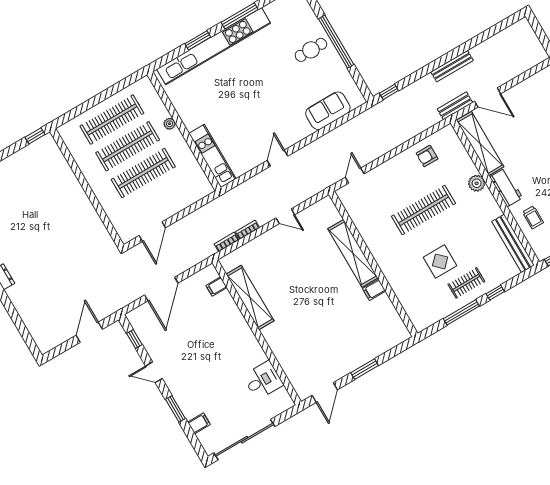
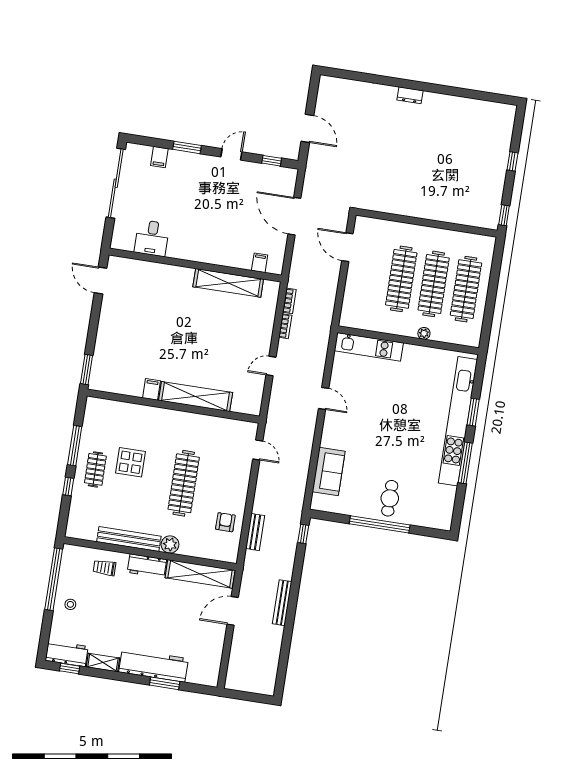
bench: (455, 106) -> (255, 532), moved
bench: (513, 243) -> (129, 539), moved
window: (365, 369) -> (87, 370), moved

